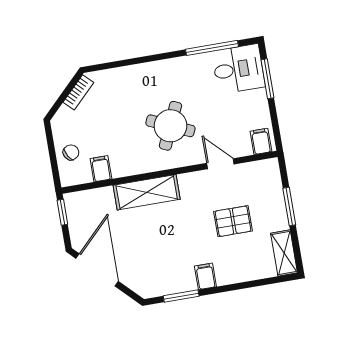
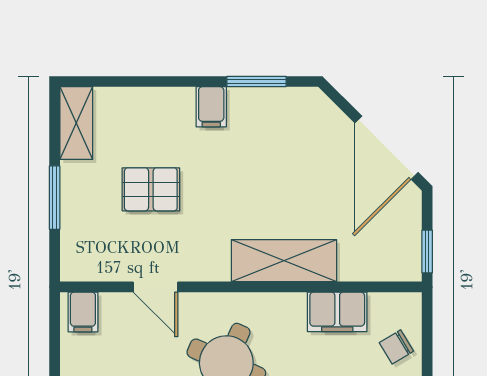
filing cabinet: (101, 169) -> (337, 312), width x2.00

